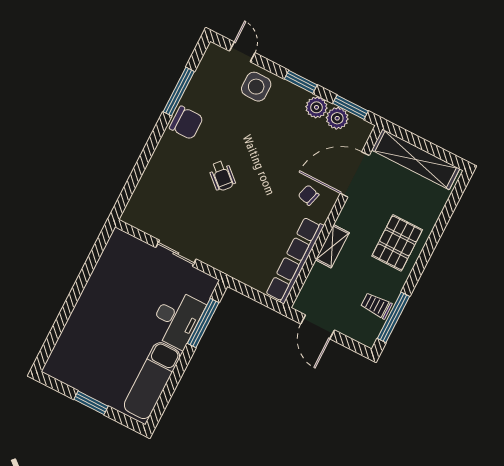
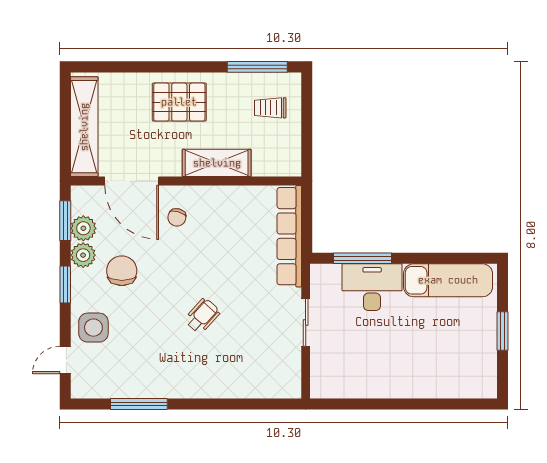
chair: (186, 123) -> (122, 271), moved
shelving: (332, 246) -> (217, 163), width x1.50, depth x1.33
row of seats: (295, 260) -> (289, 236), moved, turned 90
trolley: (376, 306) -> (270, 108), moved, turned 90
door: (318, 327) -> (307, 139), removed

